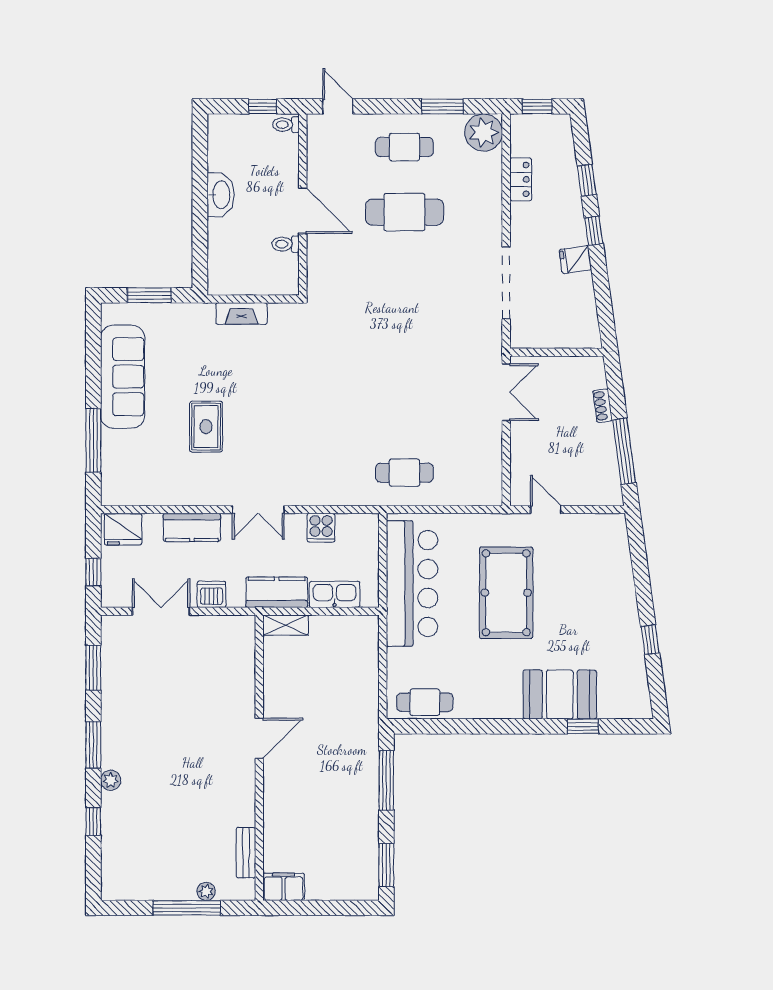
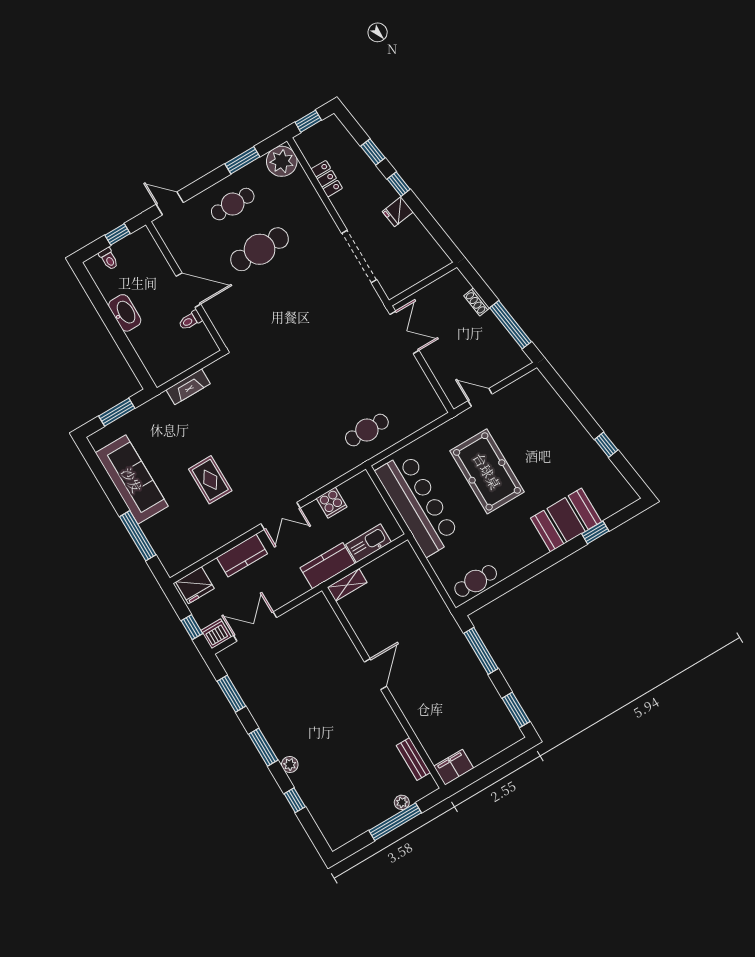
toilet: (286, 125) -> (109, 259), moved, turned -90
dishwasher: (212, 594) -> (216, 634), moved

